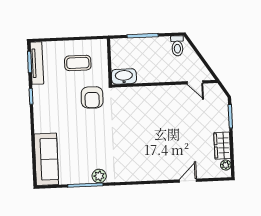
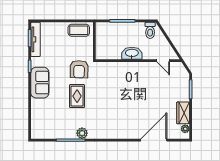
coffee table: (78, 63) -> (79, 30), moved
washbasin: (124, 76) -> (132, 53), moved
rug: (91, 131) -> (77, 96), added
sofa: (46, 159) -> (40, 83), moved, width x0.73
door: (188, 181) -> (154, 140), width x1.87

